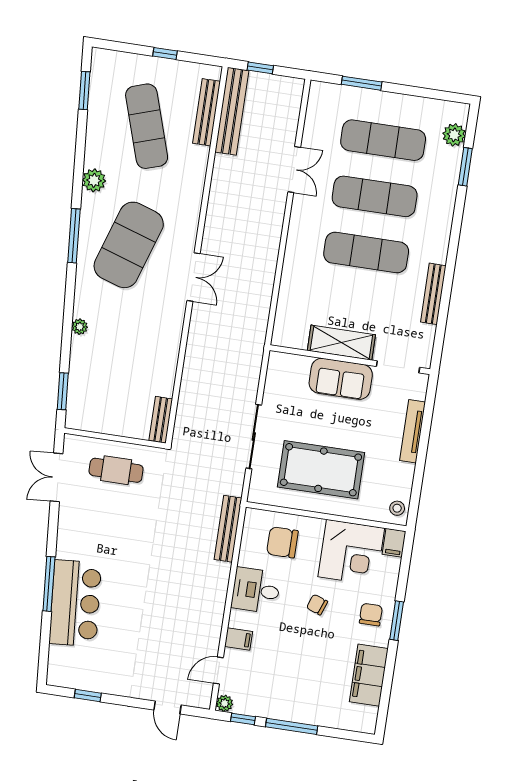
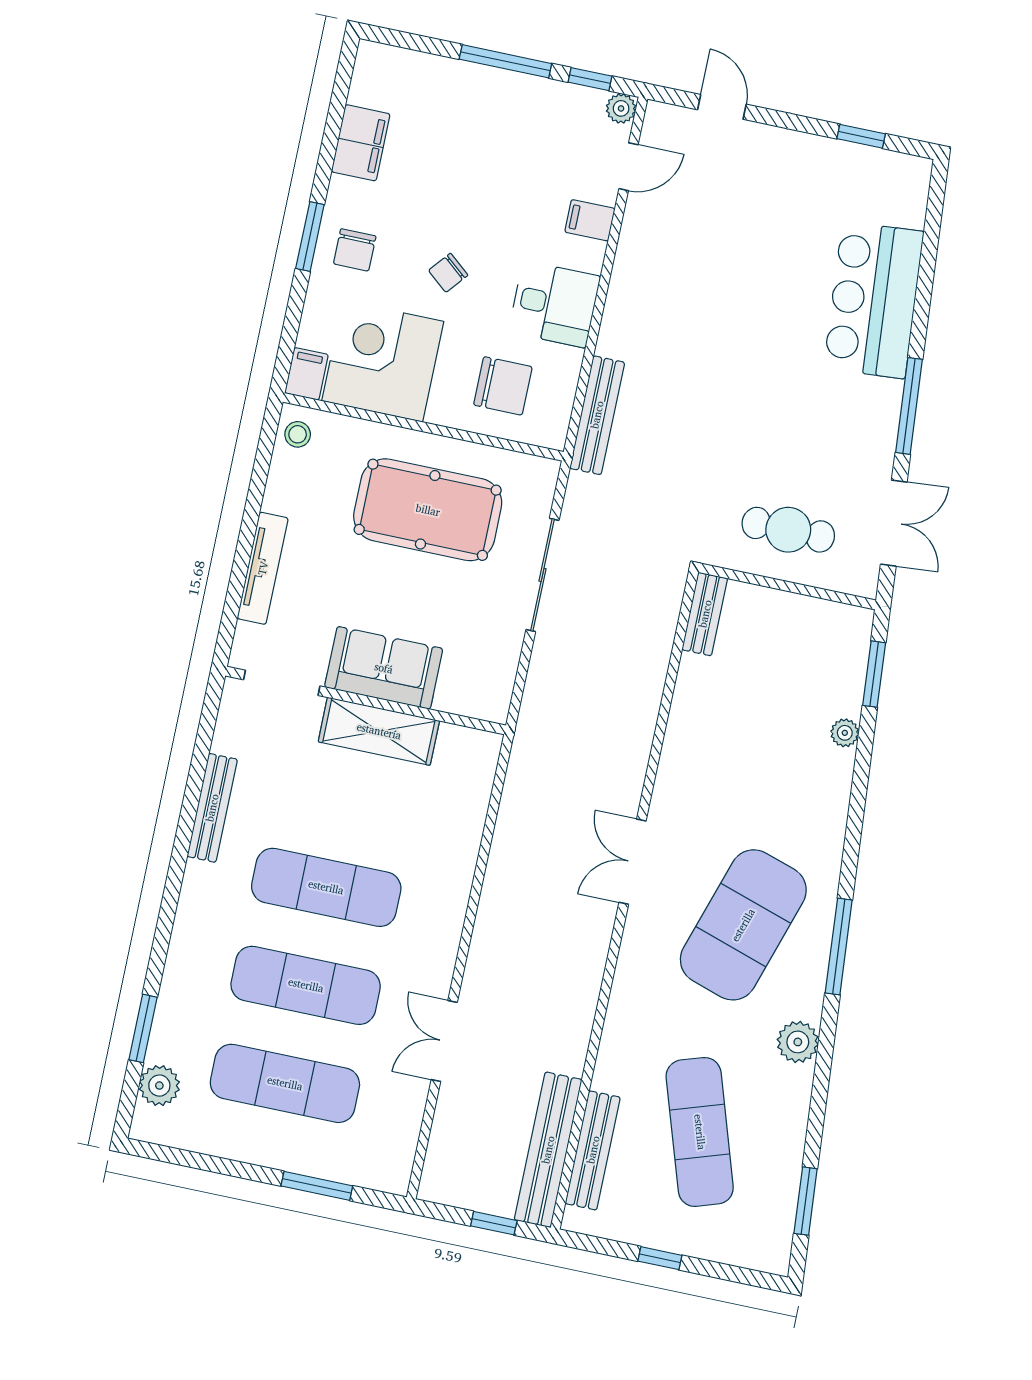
plant: (80, 327) -> (845, 733), moved
window: (49, 584) -> (909, 406), moved
chair: (317, 605) -> (448, 273), turned 110
filing cabinet: (369, 675) -> (361, 143), width x0.67, depth x0.86

